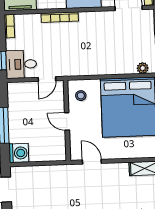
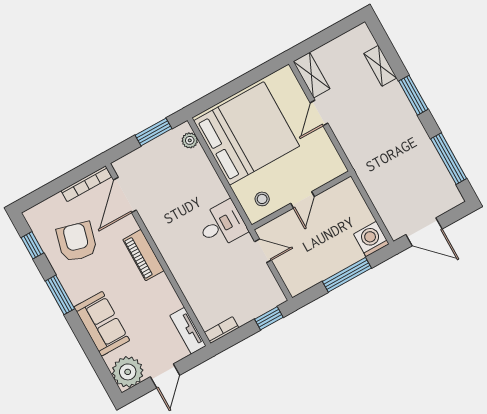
bookcase: (60, 17) -> (179, 274), removed
desk: (21, 64) -> (222, 225), moved, turned -90
door: (92, 162) -> (319, 113), moved

